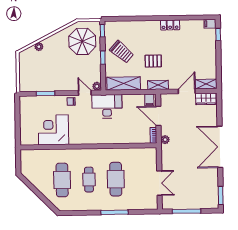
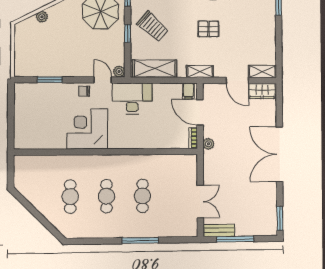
pallet: (153, 61) -> (208, 29), moved
door: (187, 91) -> (237, 81), swing flipped
corner desk: (53, 130) -> (87, 129), moved
cafe table: (116, 179) -> (142, 196), width x0.73, depth x0.74
cafe table: (62, 180) -> (70, 197), width x0.73, depth x0.74
bench: (174, 205) -> (219, 230), added

